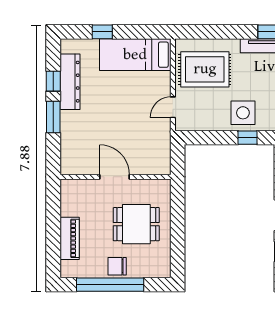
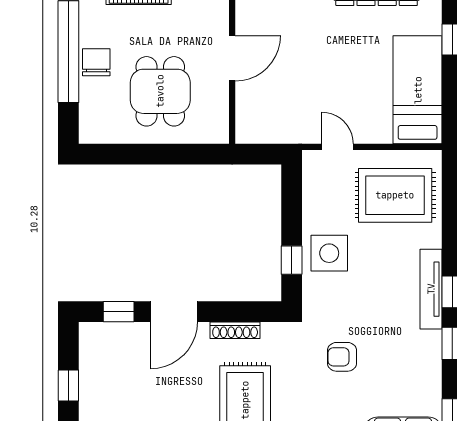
rug: (205, 69) -> (395, 195), turned 90

